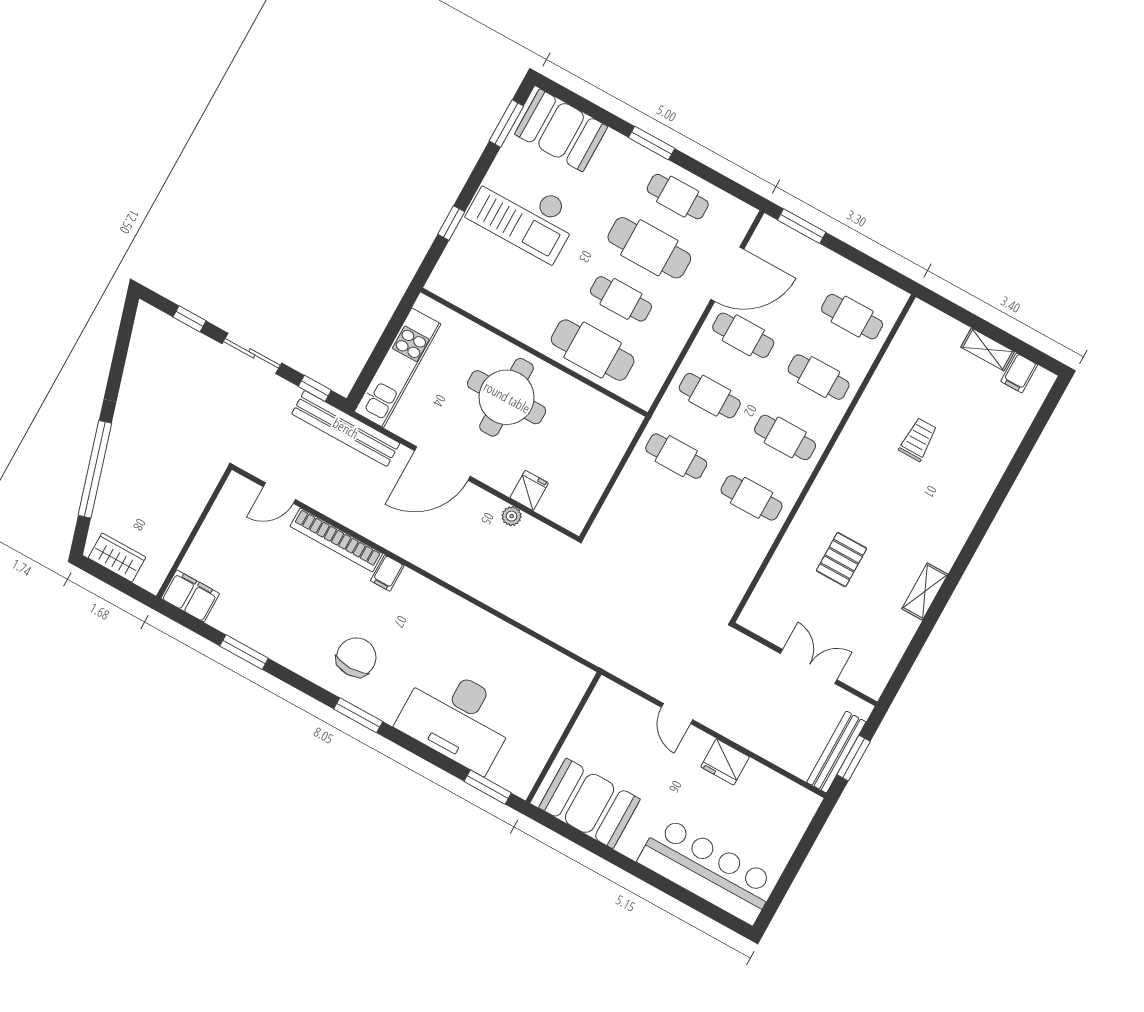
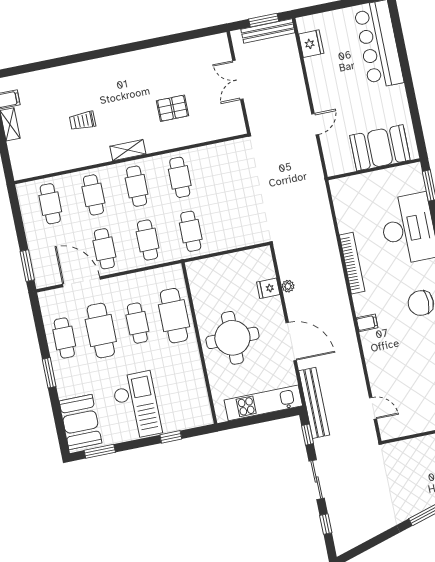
bookcase: (336, 540) -> (352, 263), moved
shelving: (925, 592) -> (128, 150), moved
fridge: (725, 762) -> (311, 44), moved
booth: (589, 803) -> (380, 148), moved, turned 90

